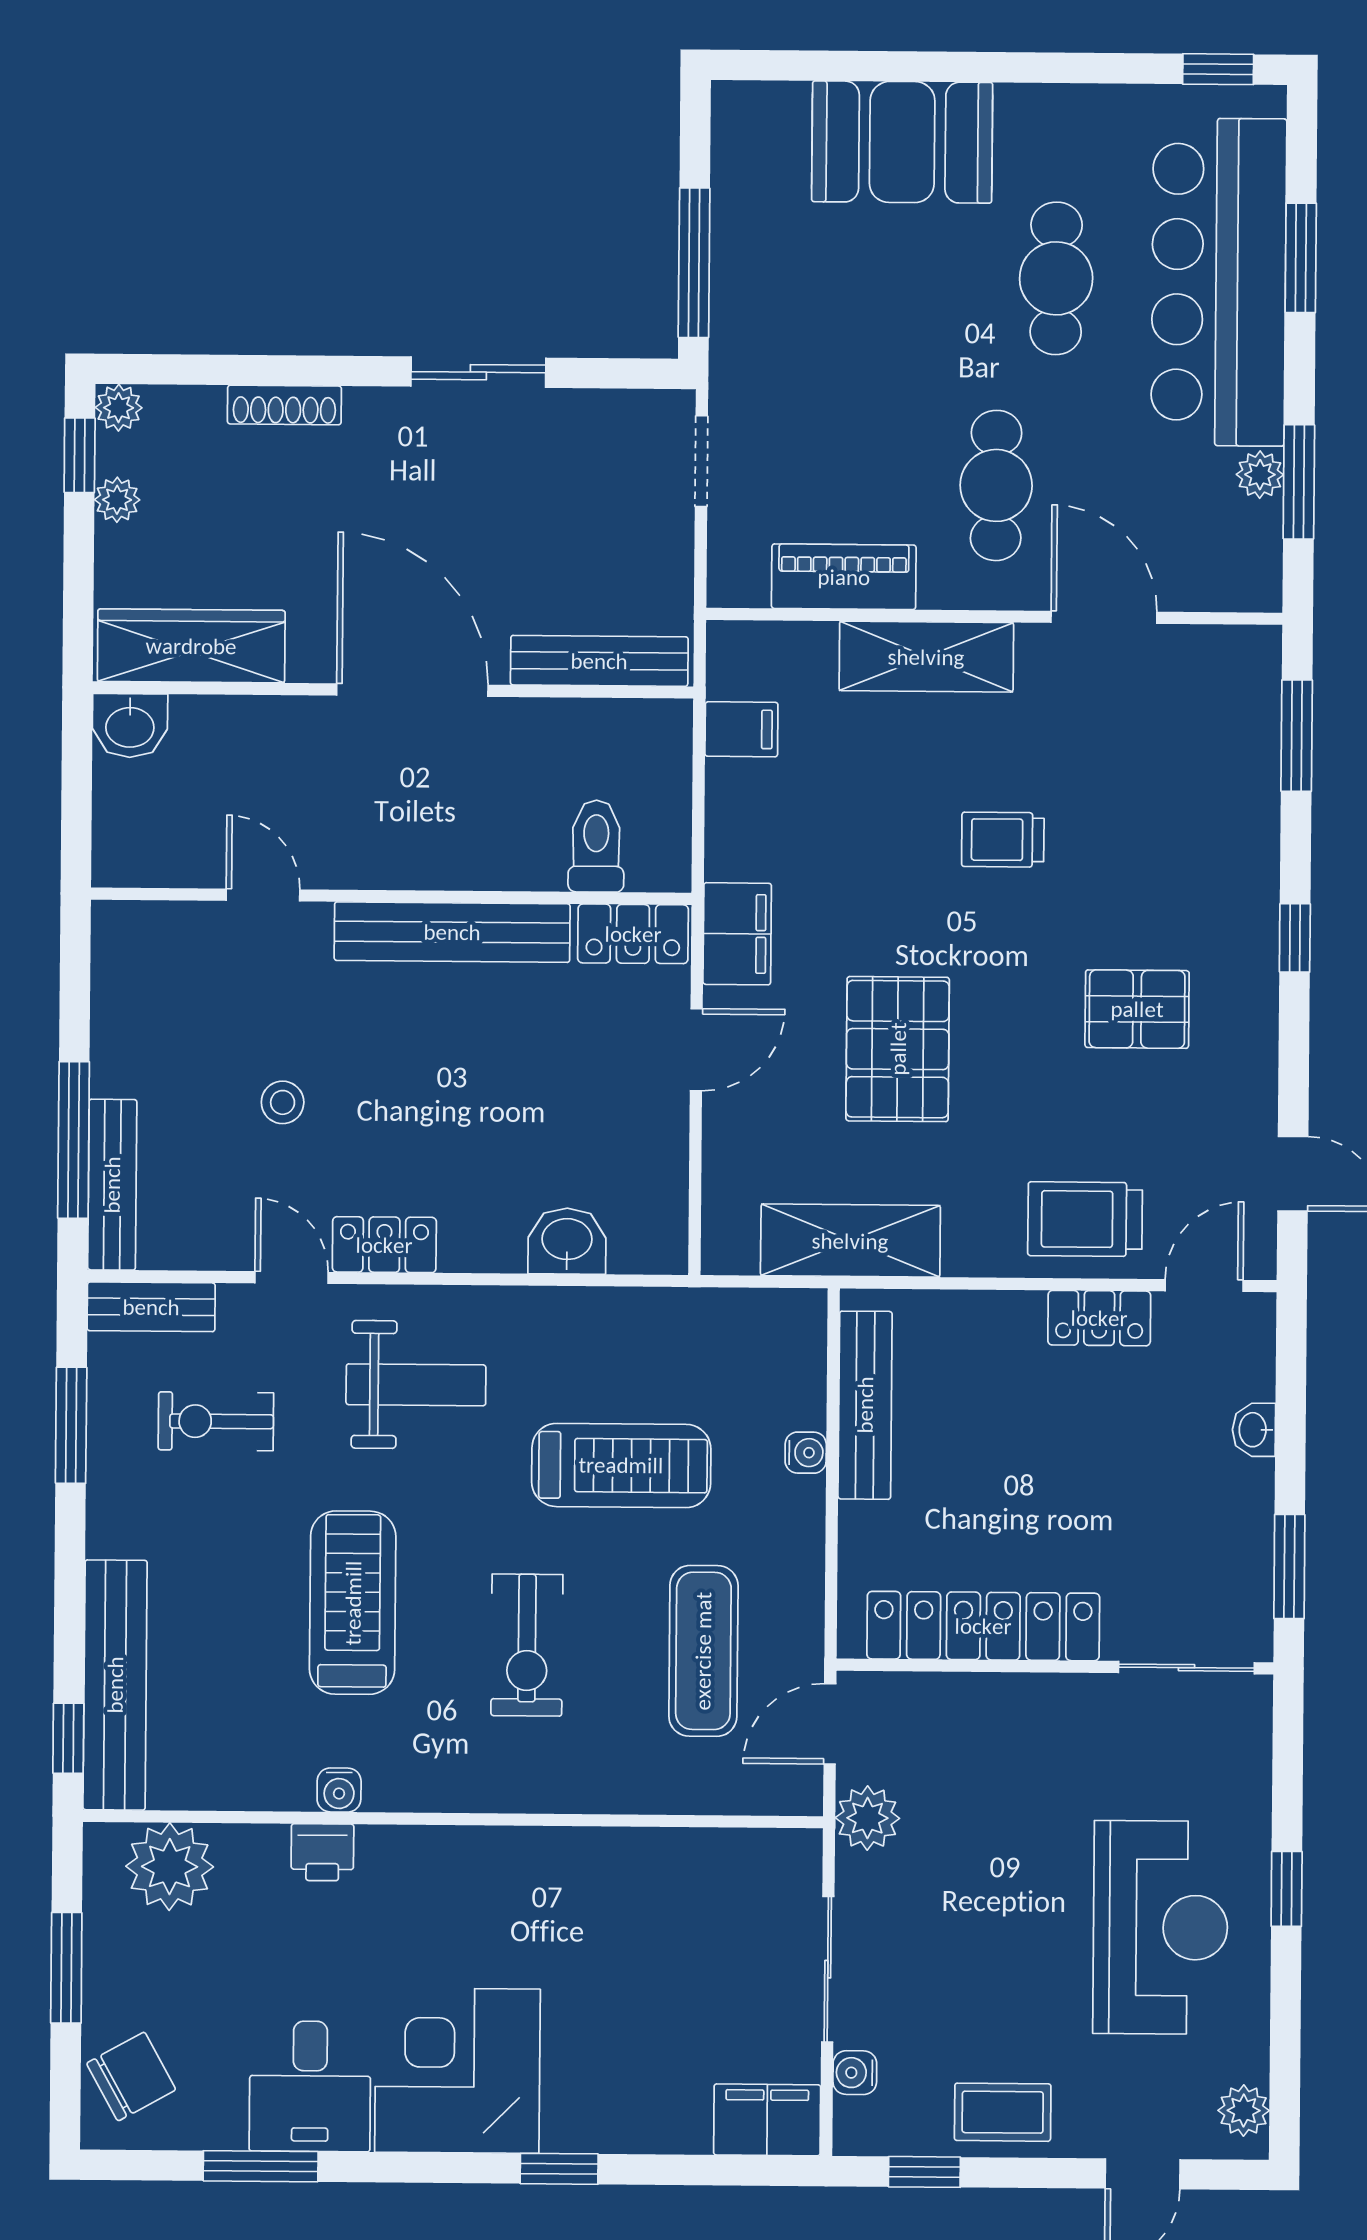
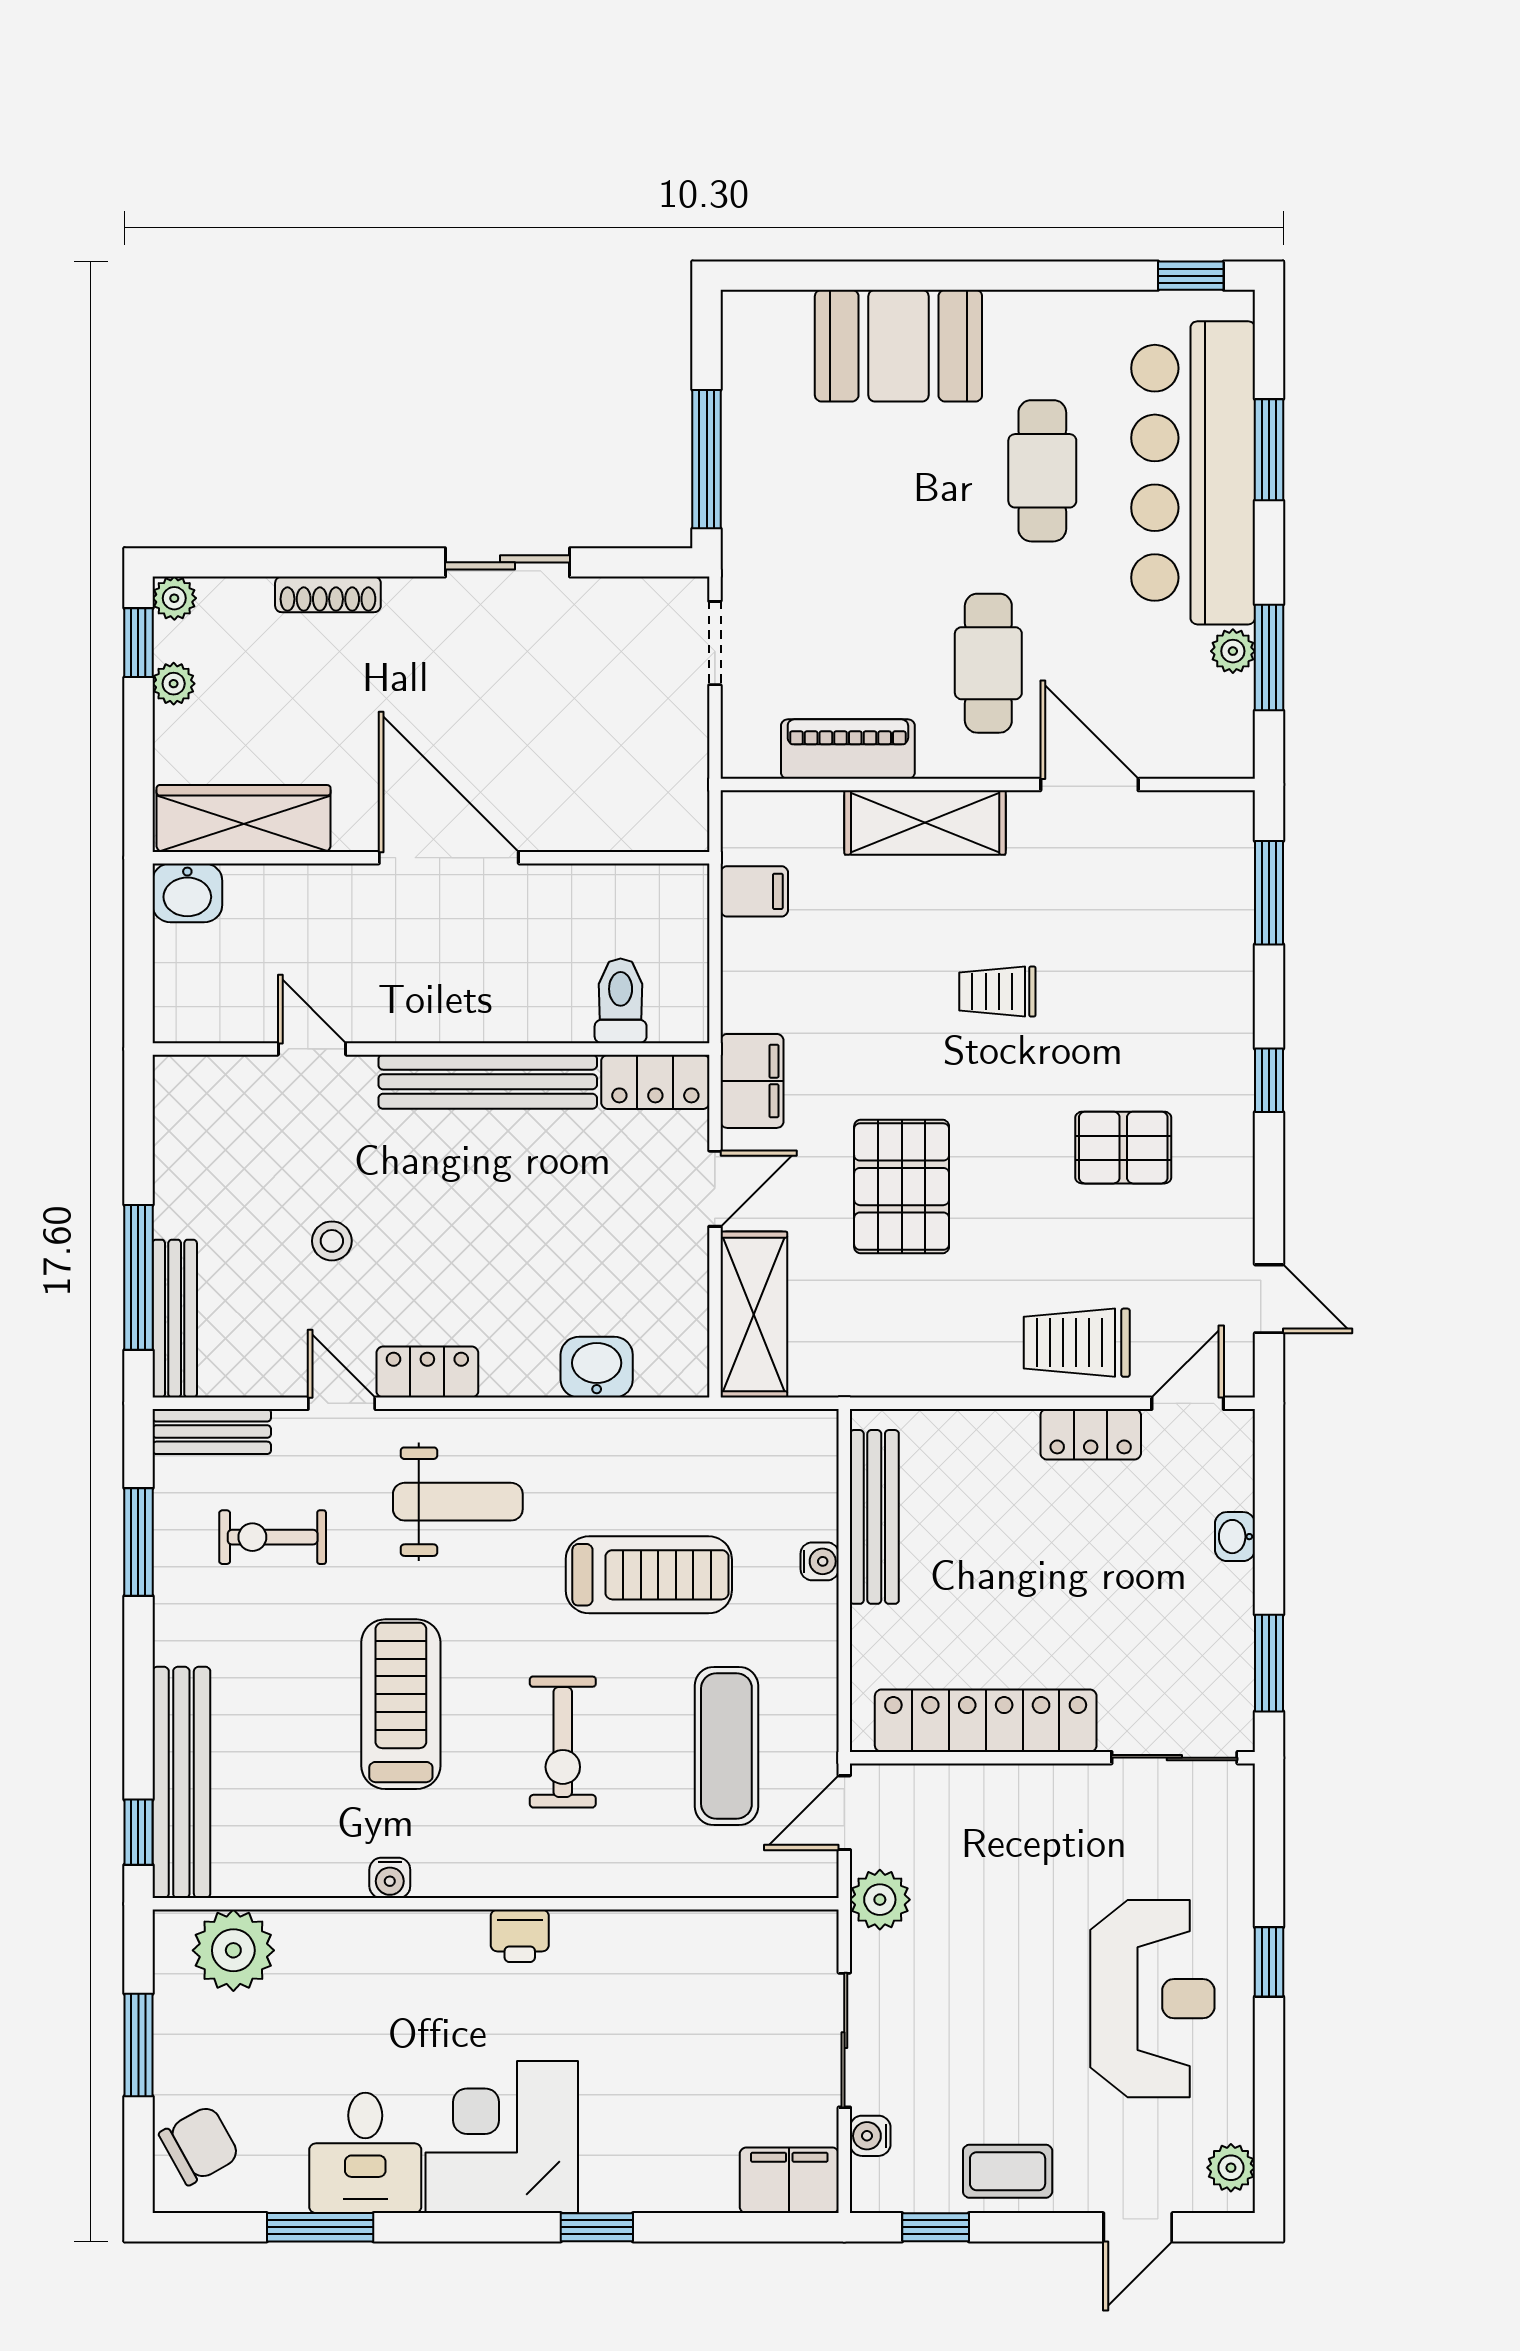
bench: (599, 661) -> (622, 829), removed
shelving: (850, 1241) -> (754, 1315), moved, turned 90
printer: (322, 1852) -> (520, 1936), moved

